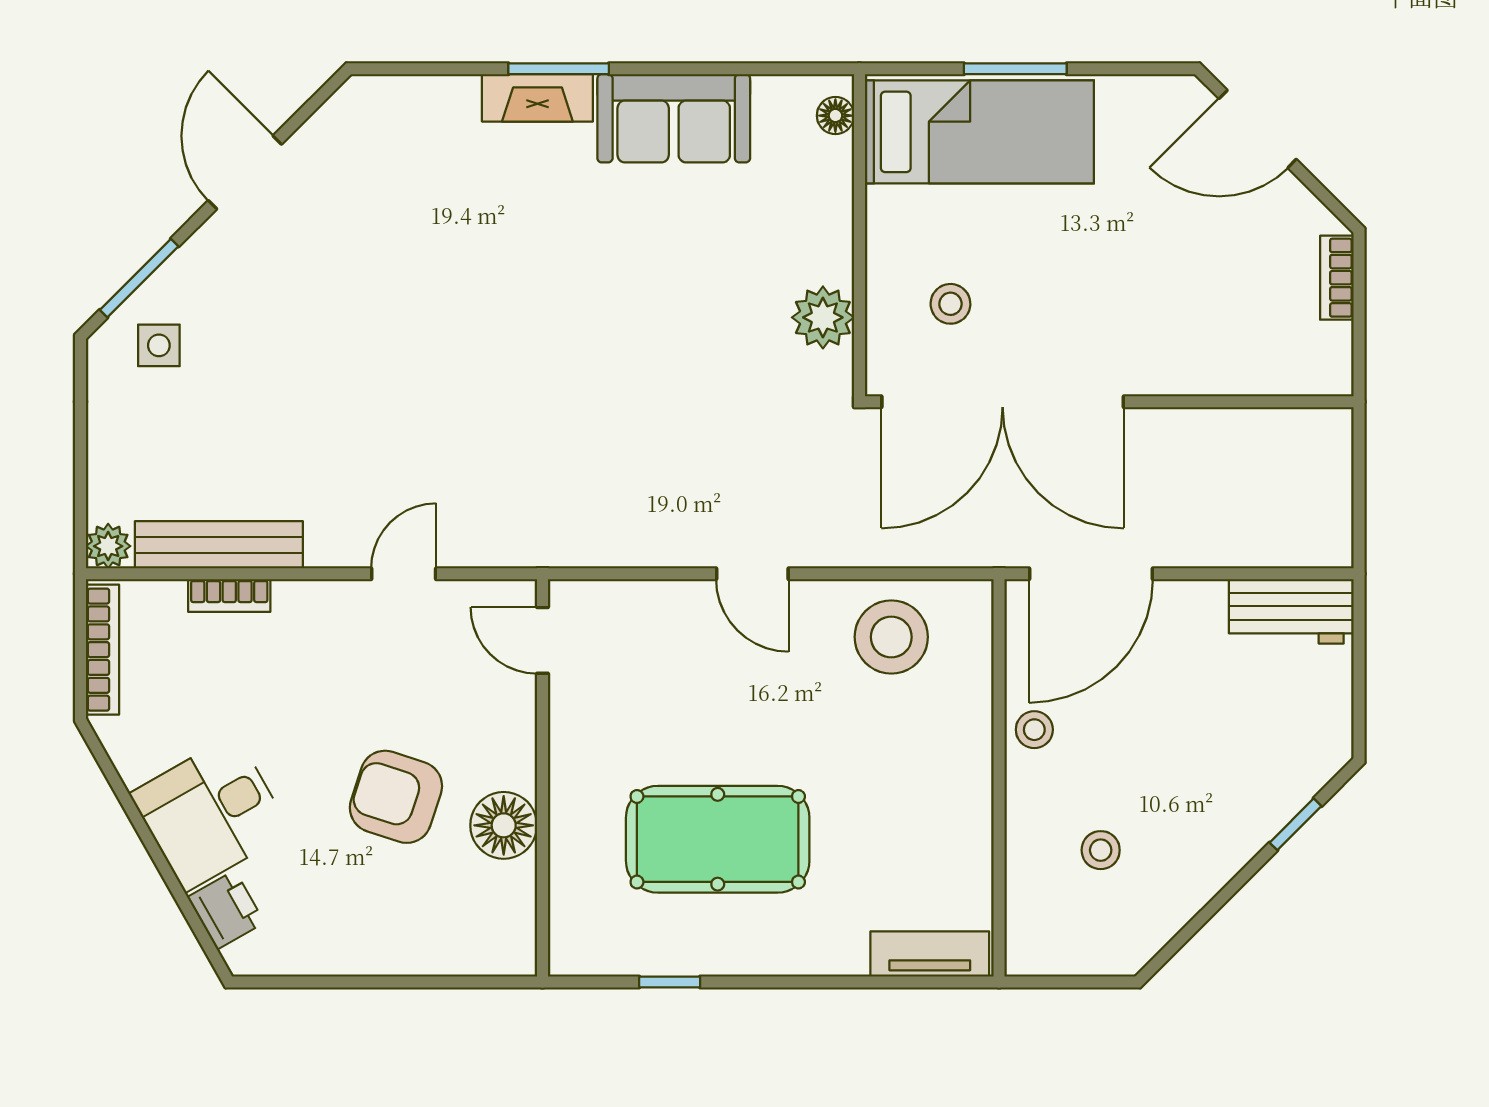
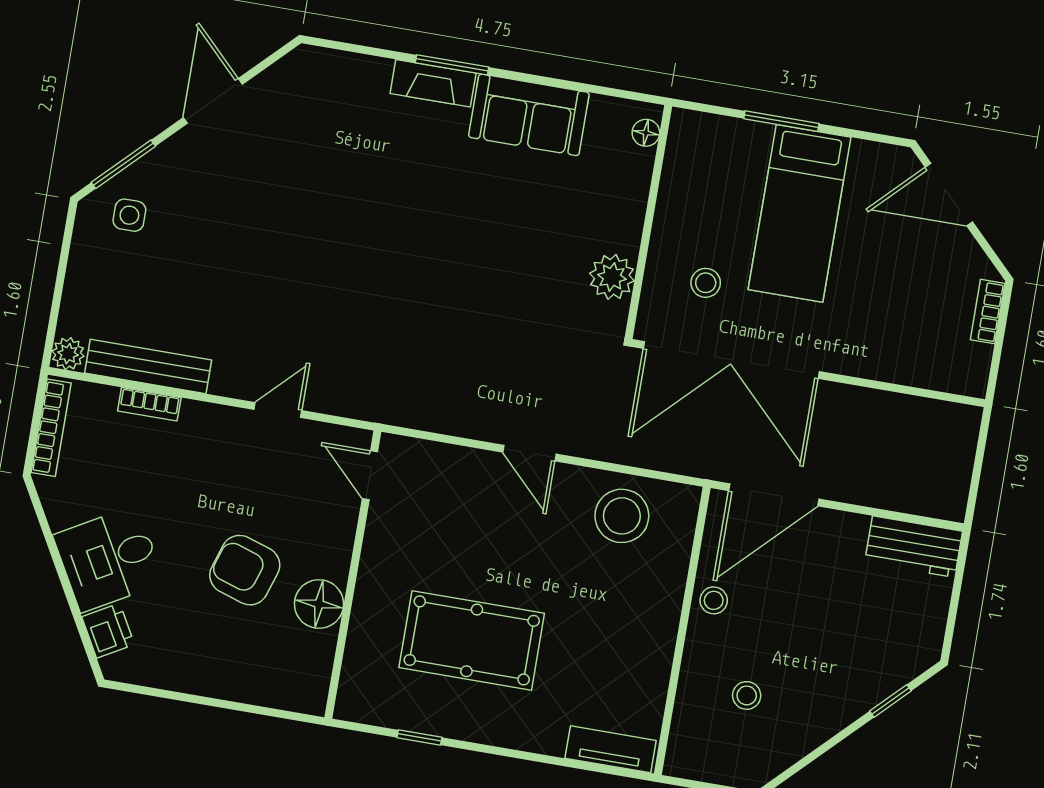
bed: (979, 132) -> (799, 213), moved, turned 90

